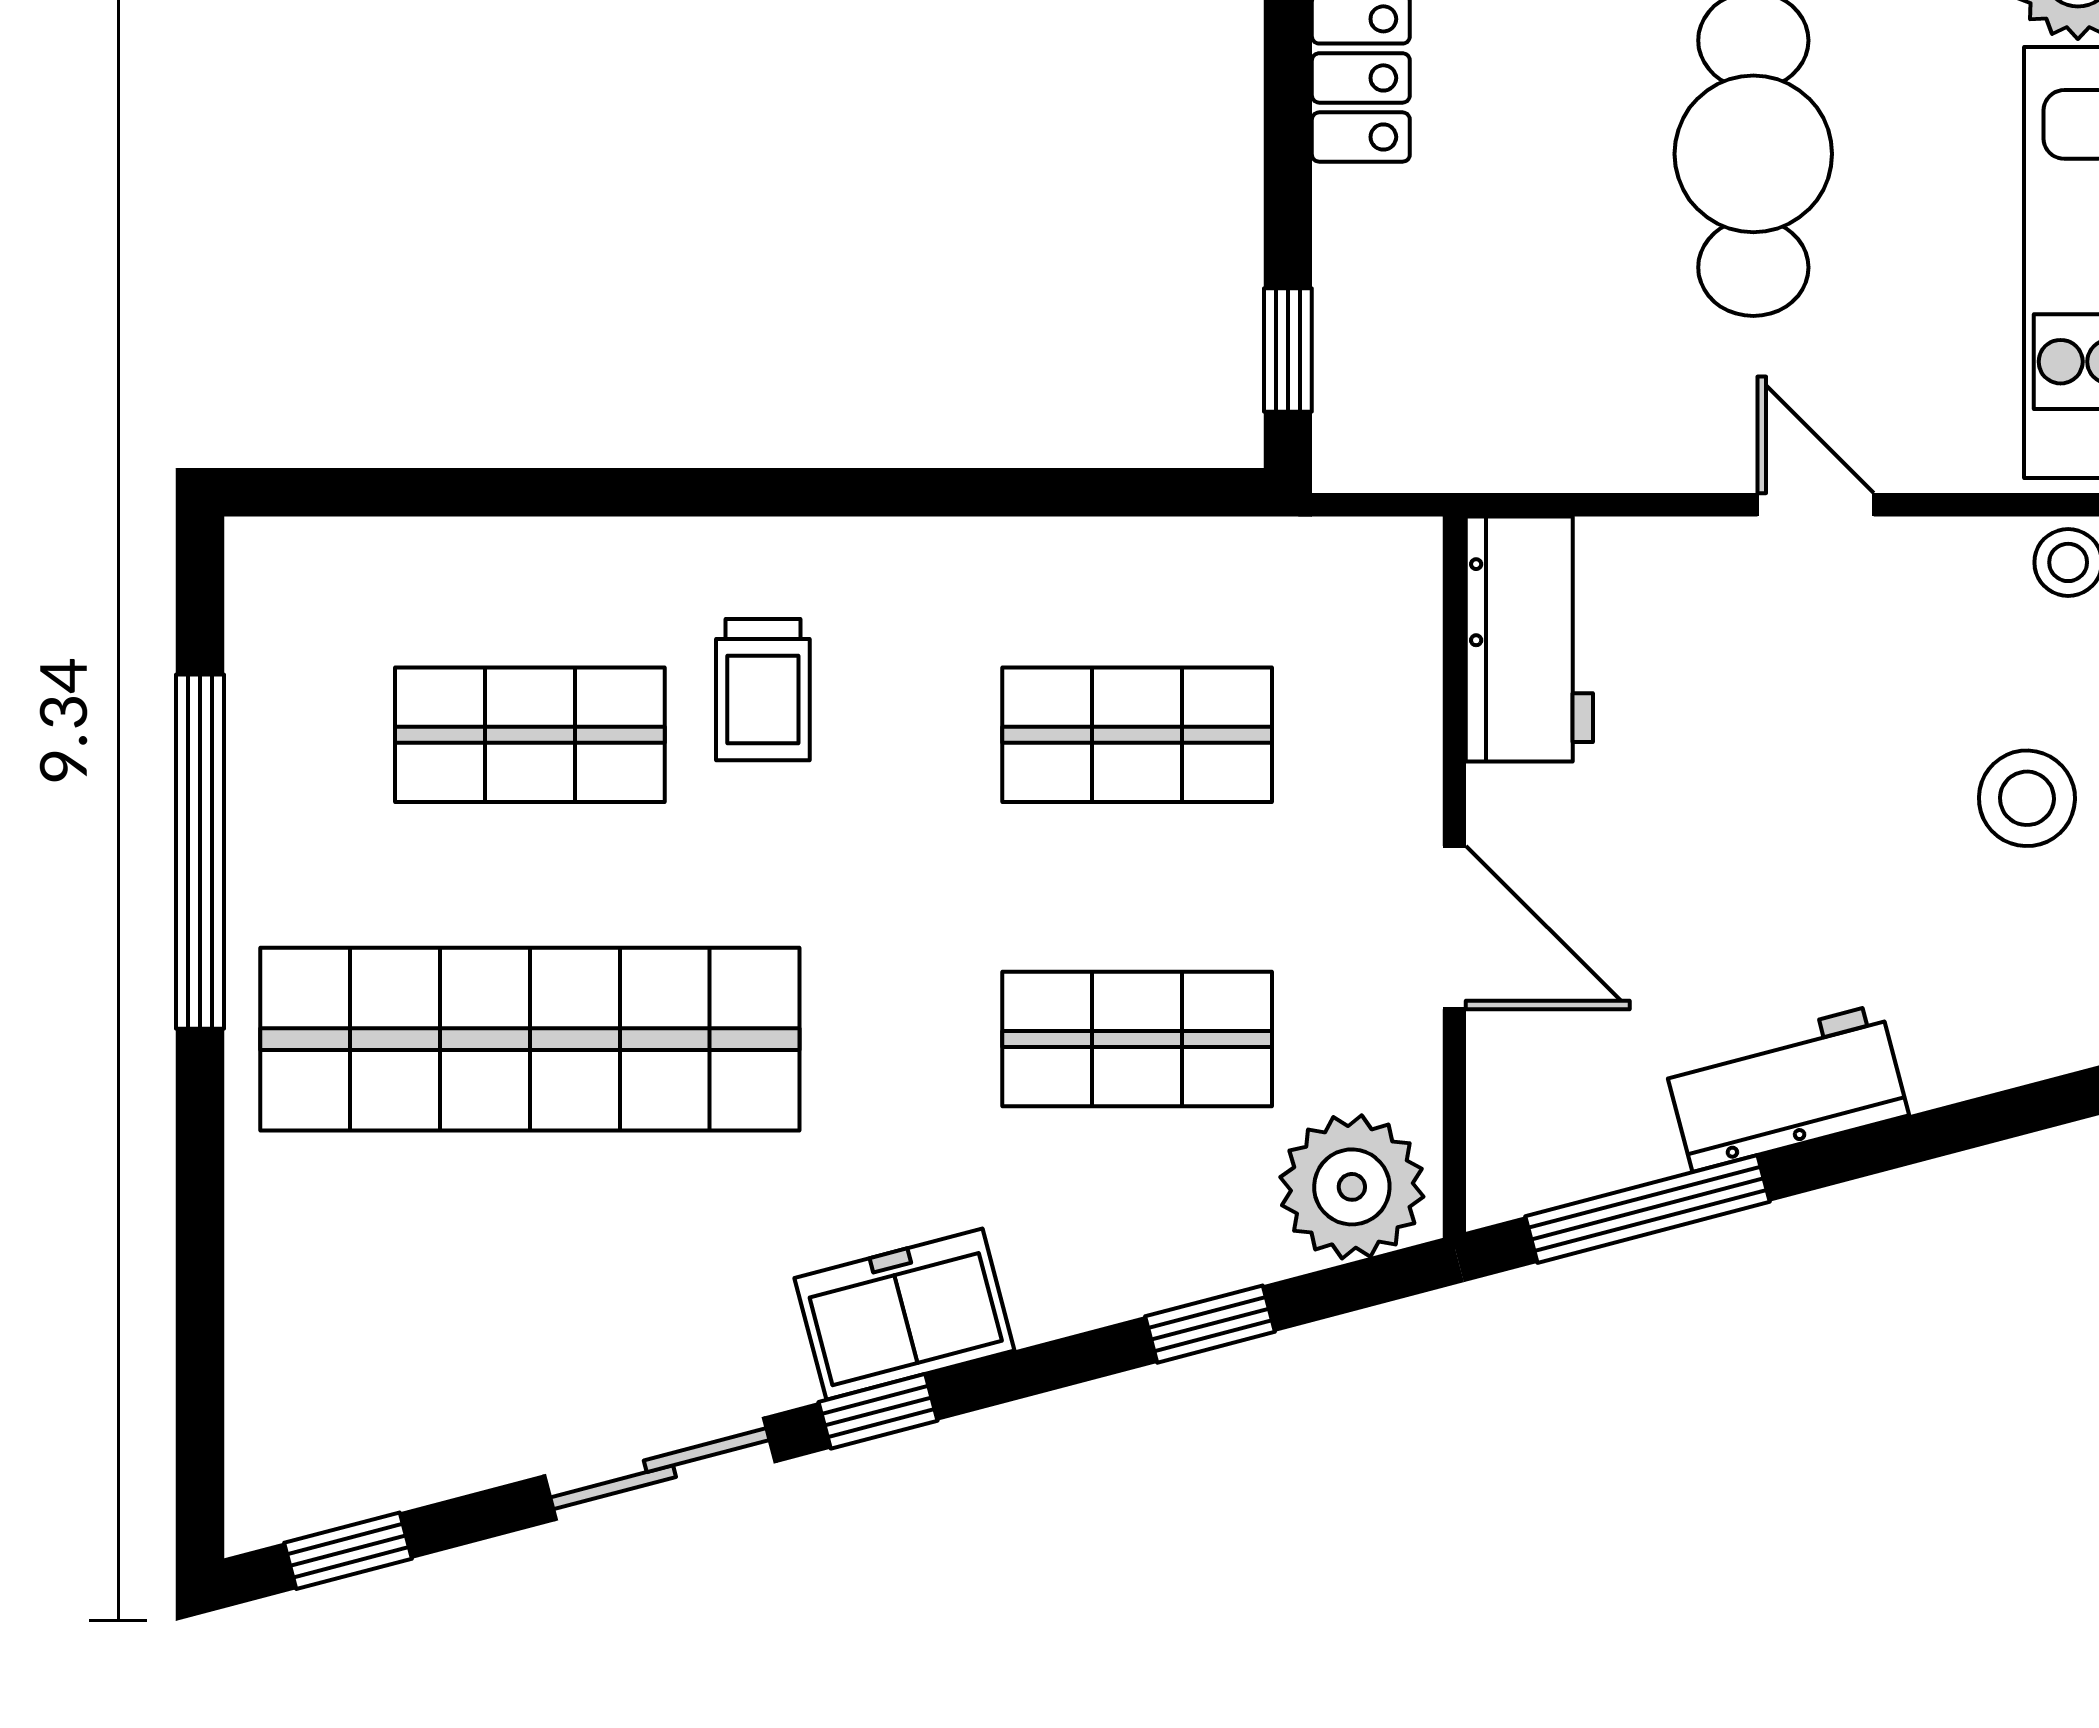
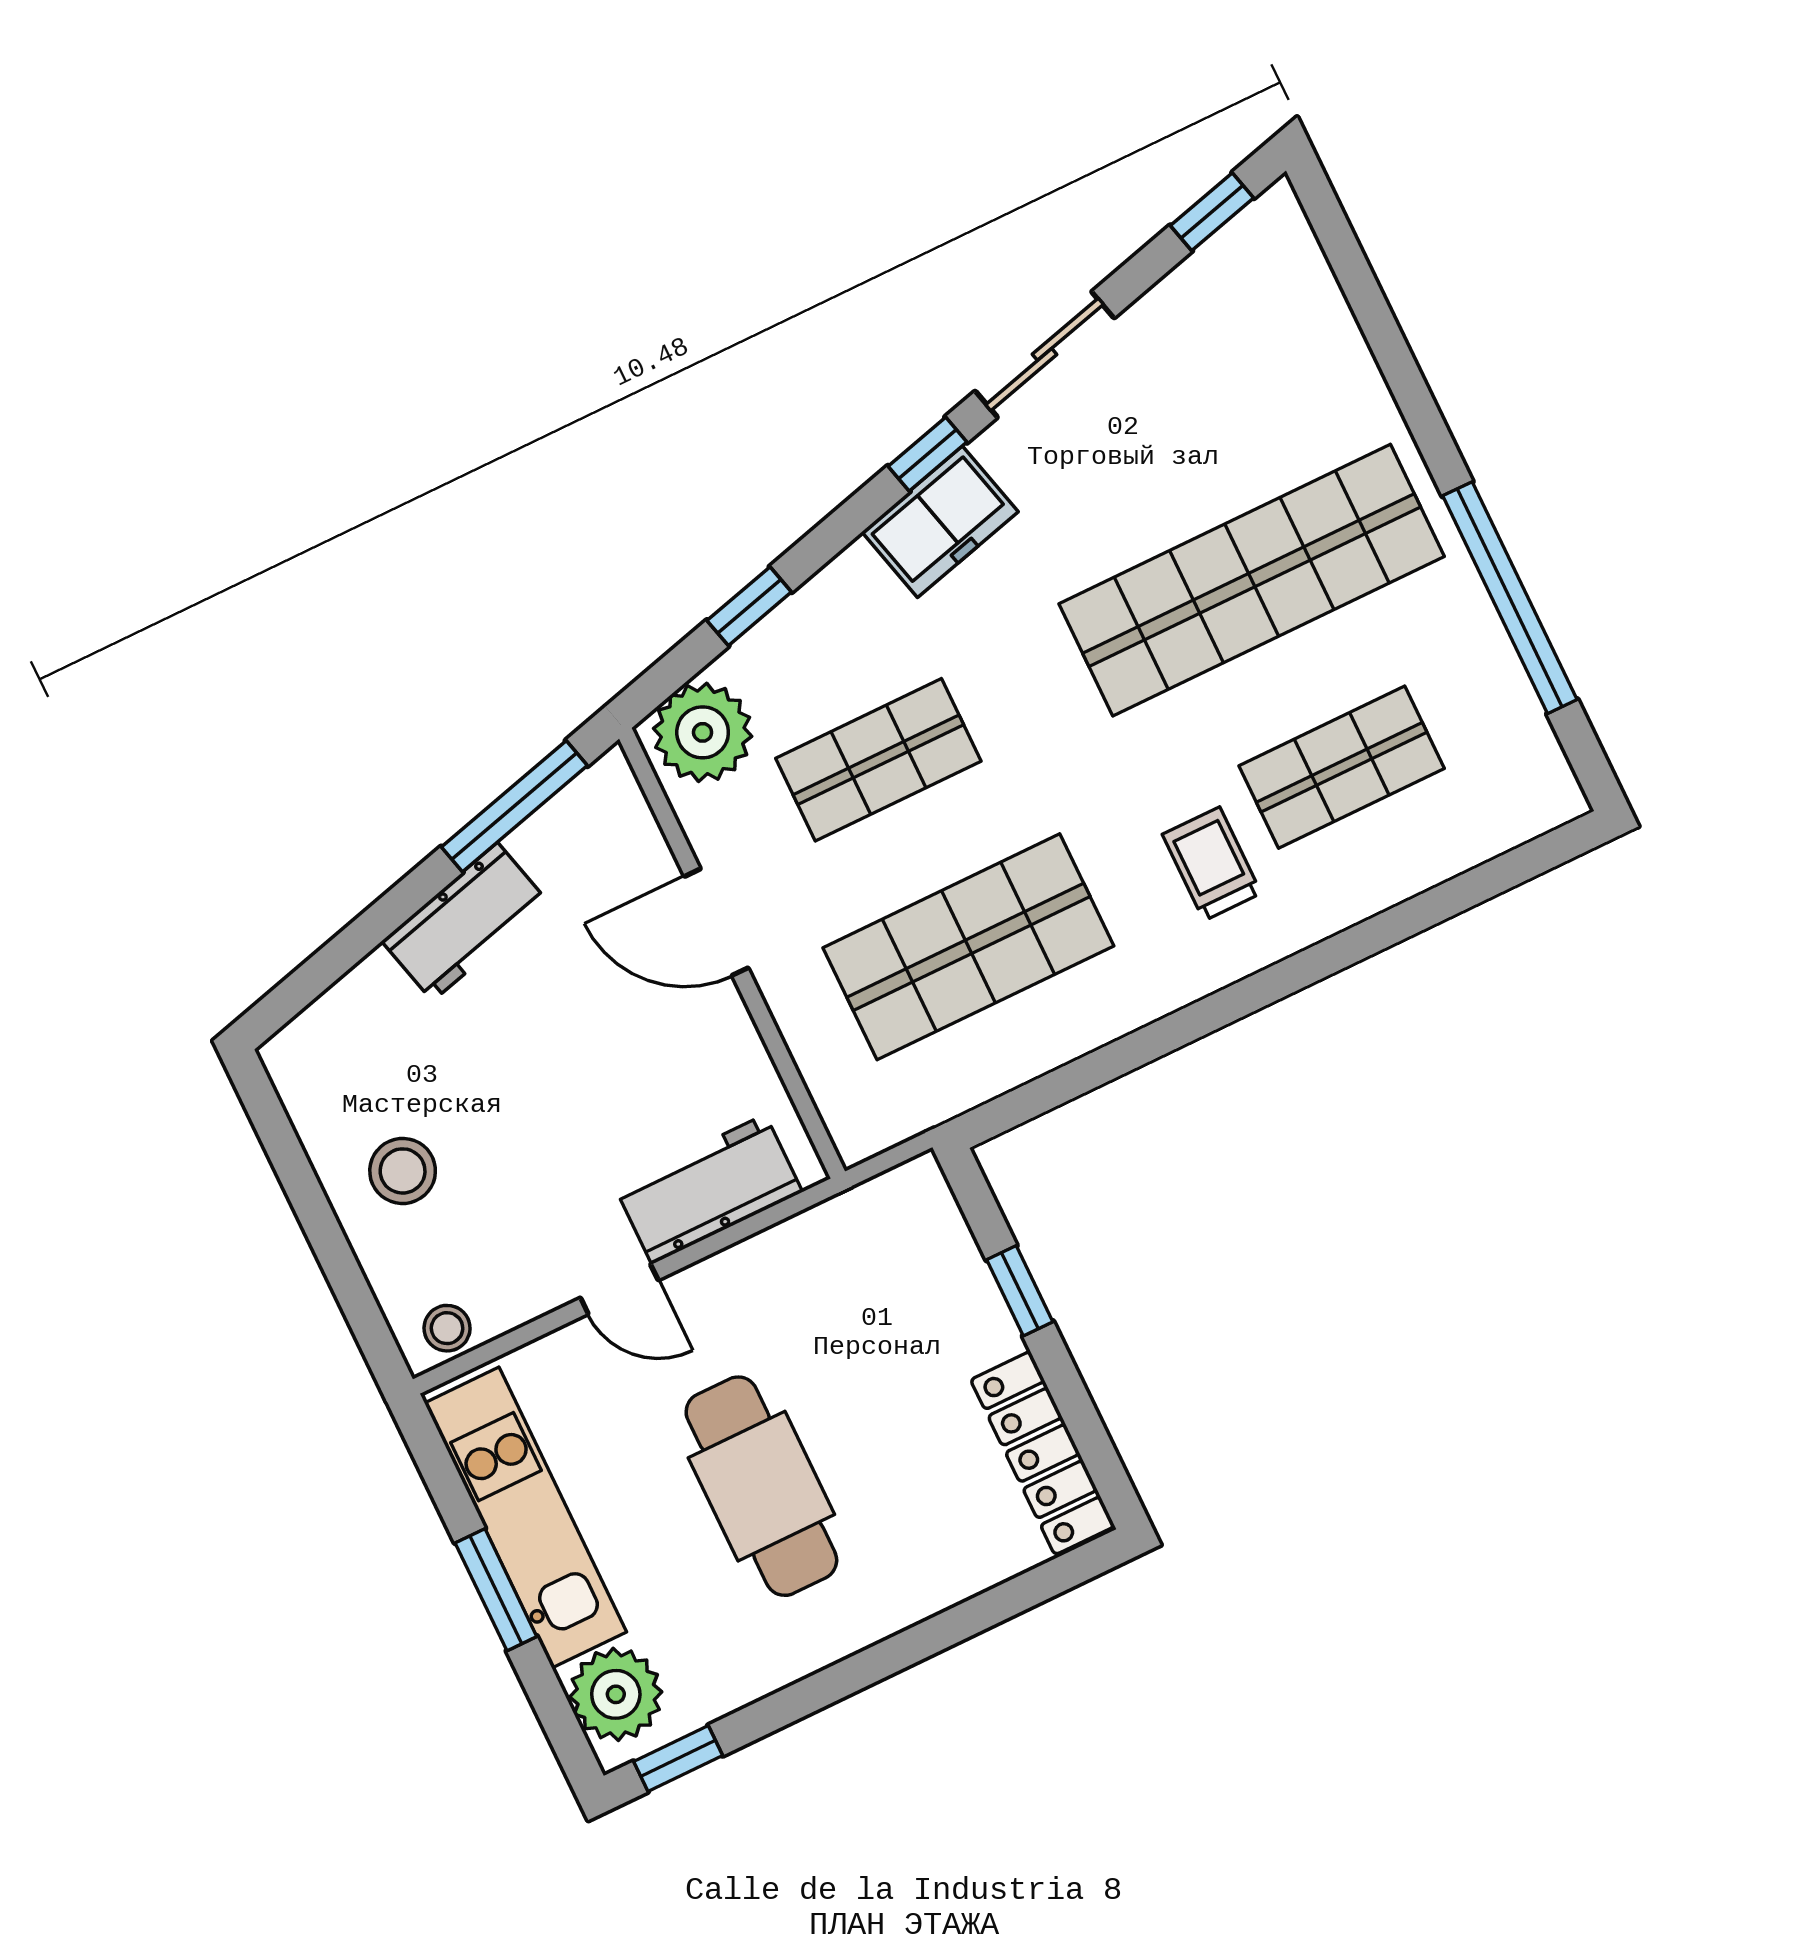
window: (1288, 350) -> (1020, 1291), moved
workbench: (1529, 639) -> (709, 1189), moved, turned 90
shop shelf: (1137, 735) -> (968, 947), width x1.43, depth x1.36

